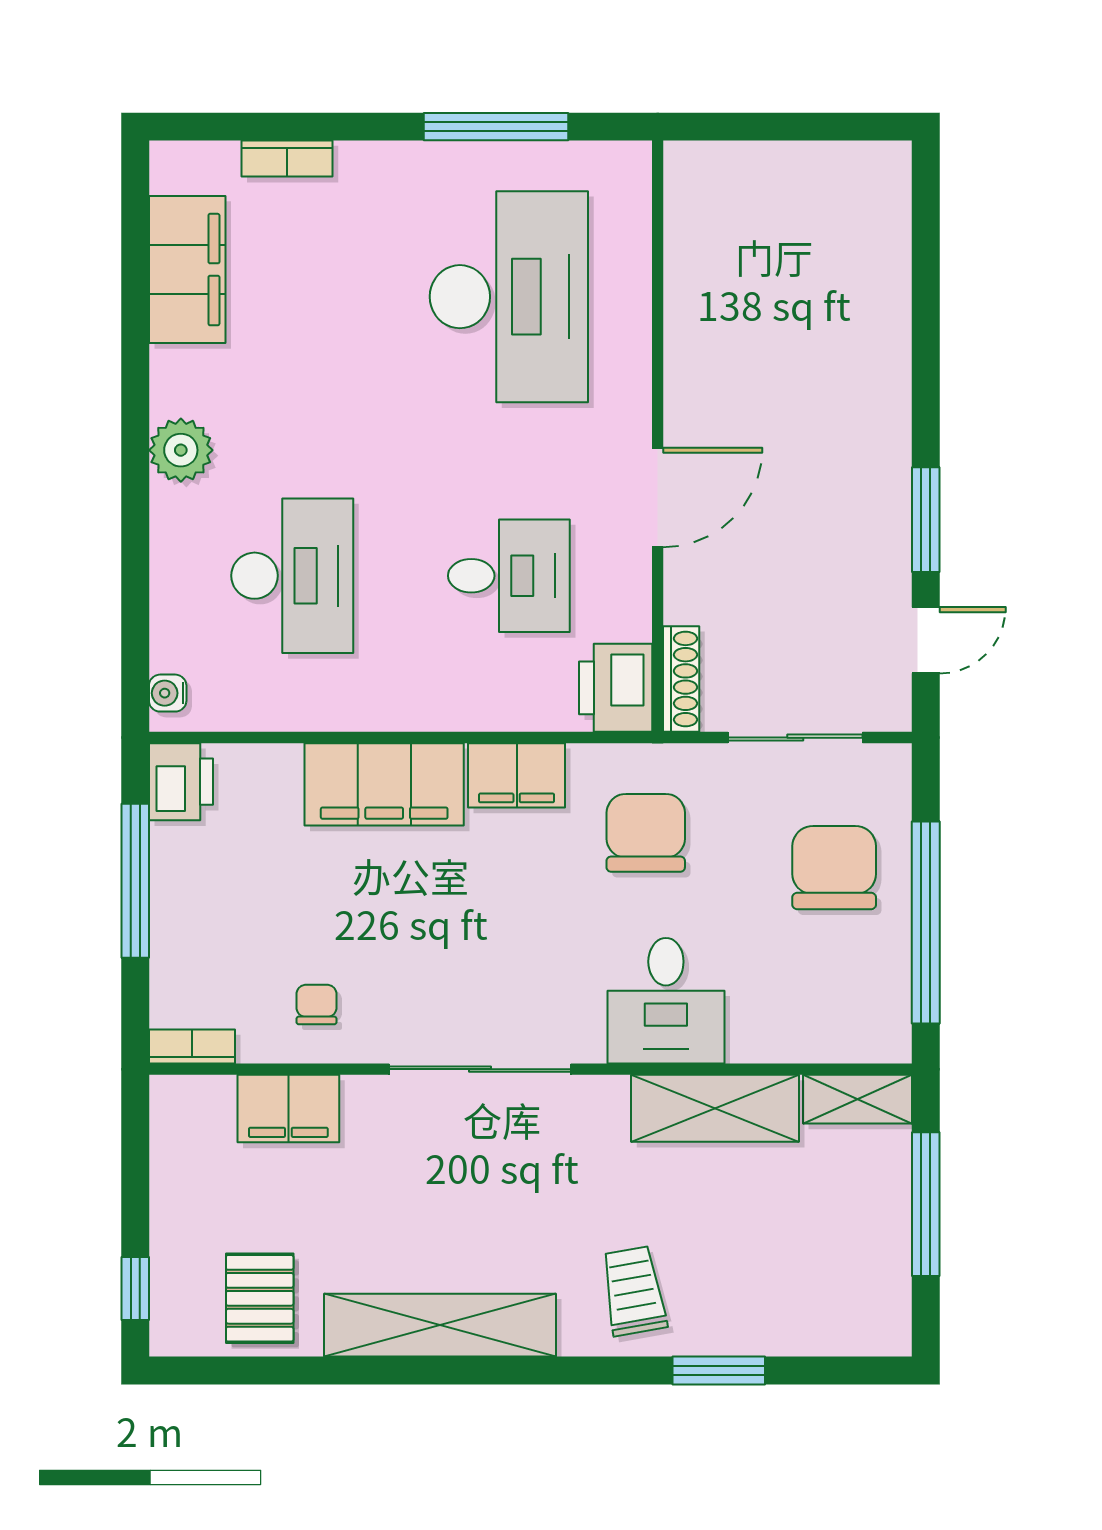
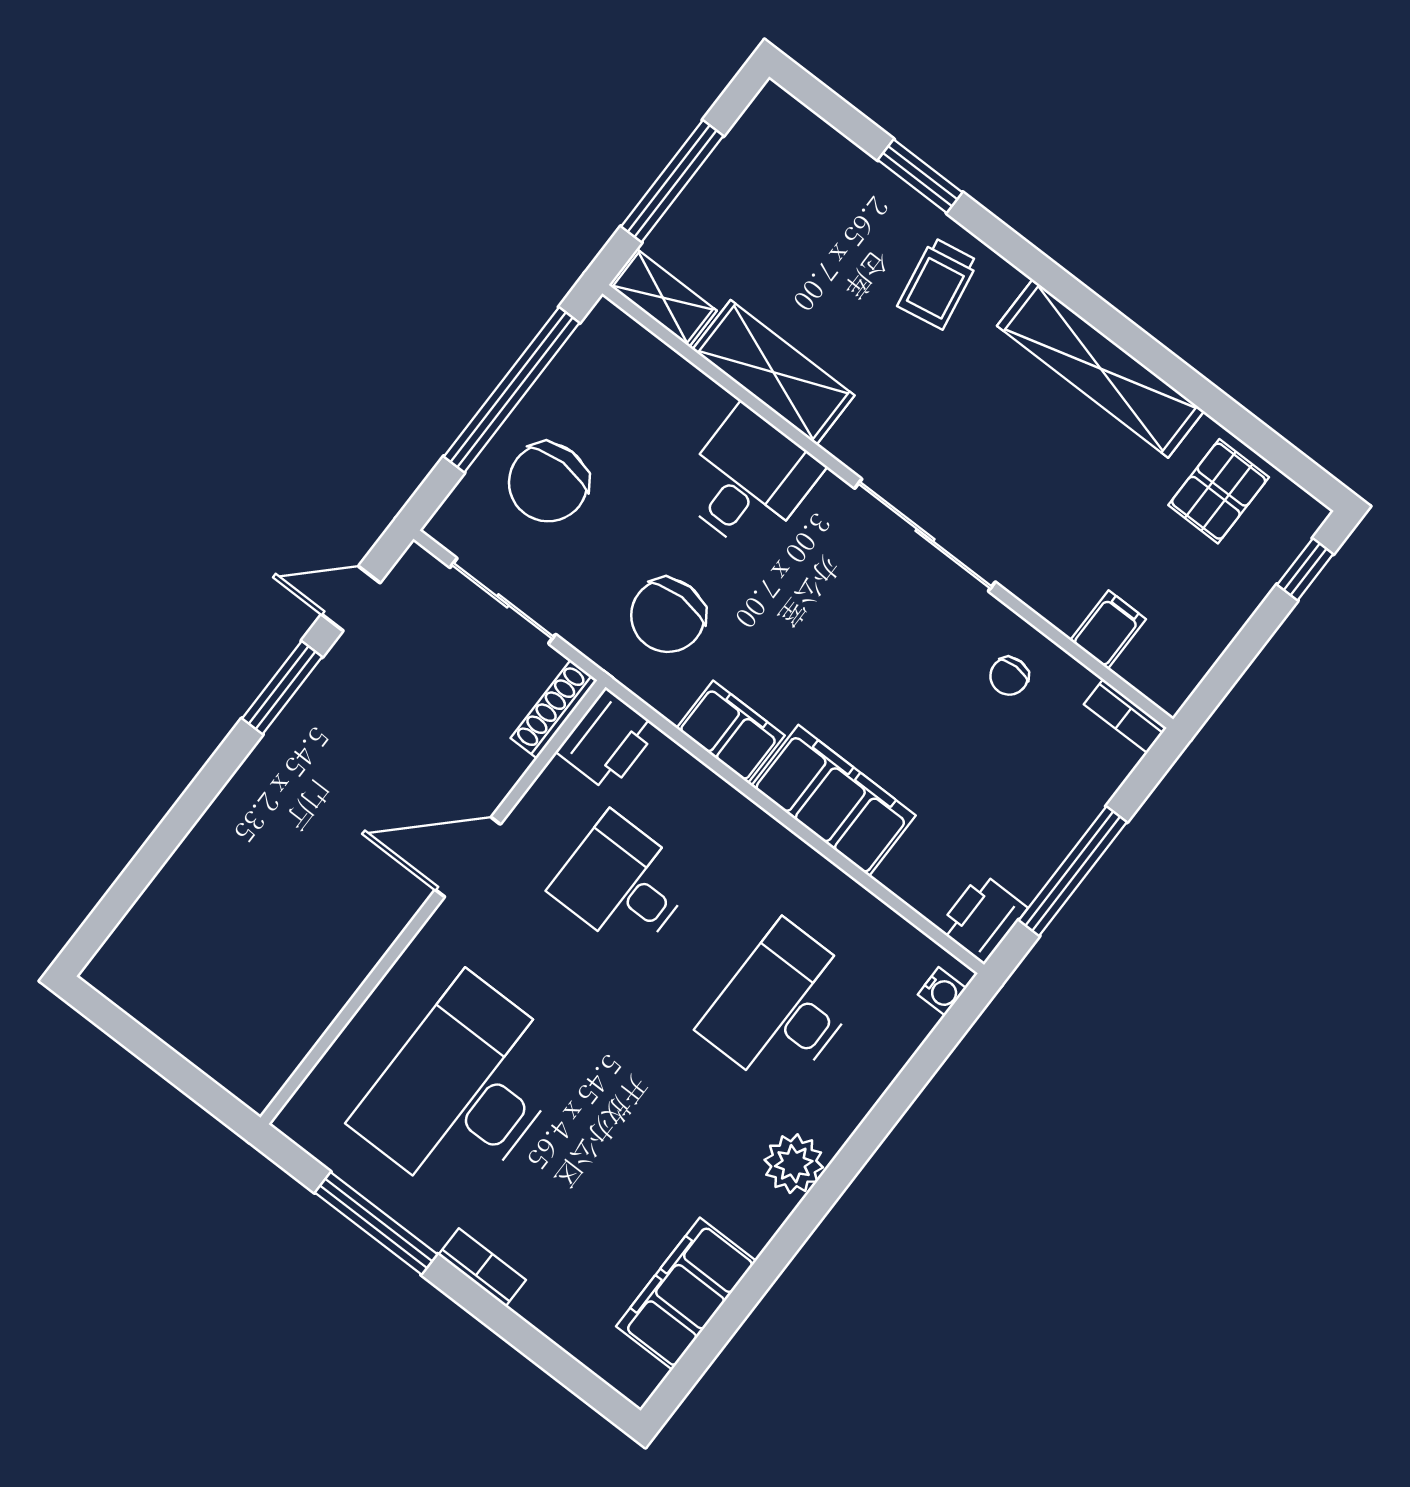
bookcase: (287, 159) -> (482, 1267), moved
filing cabinet: (288, 1109) -> (1108, 630), width x0.50

